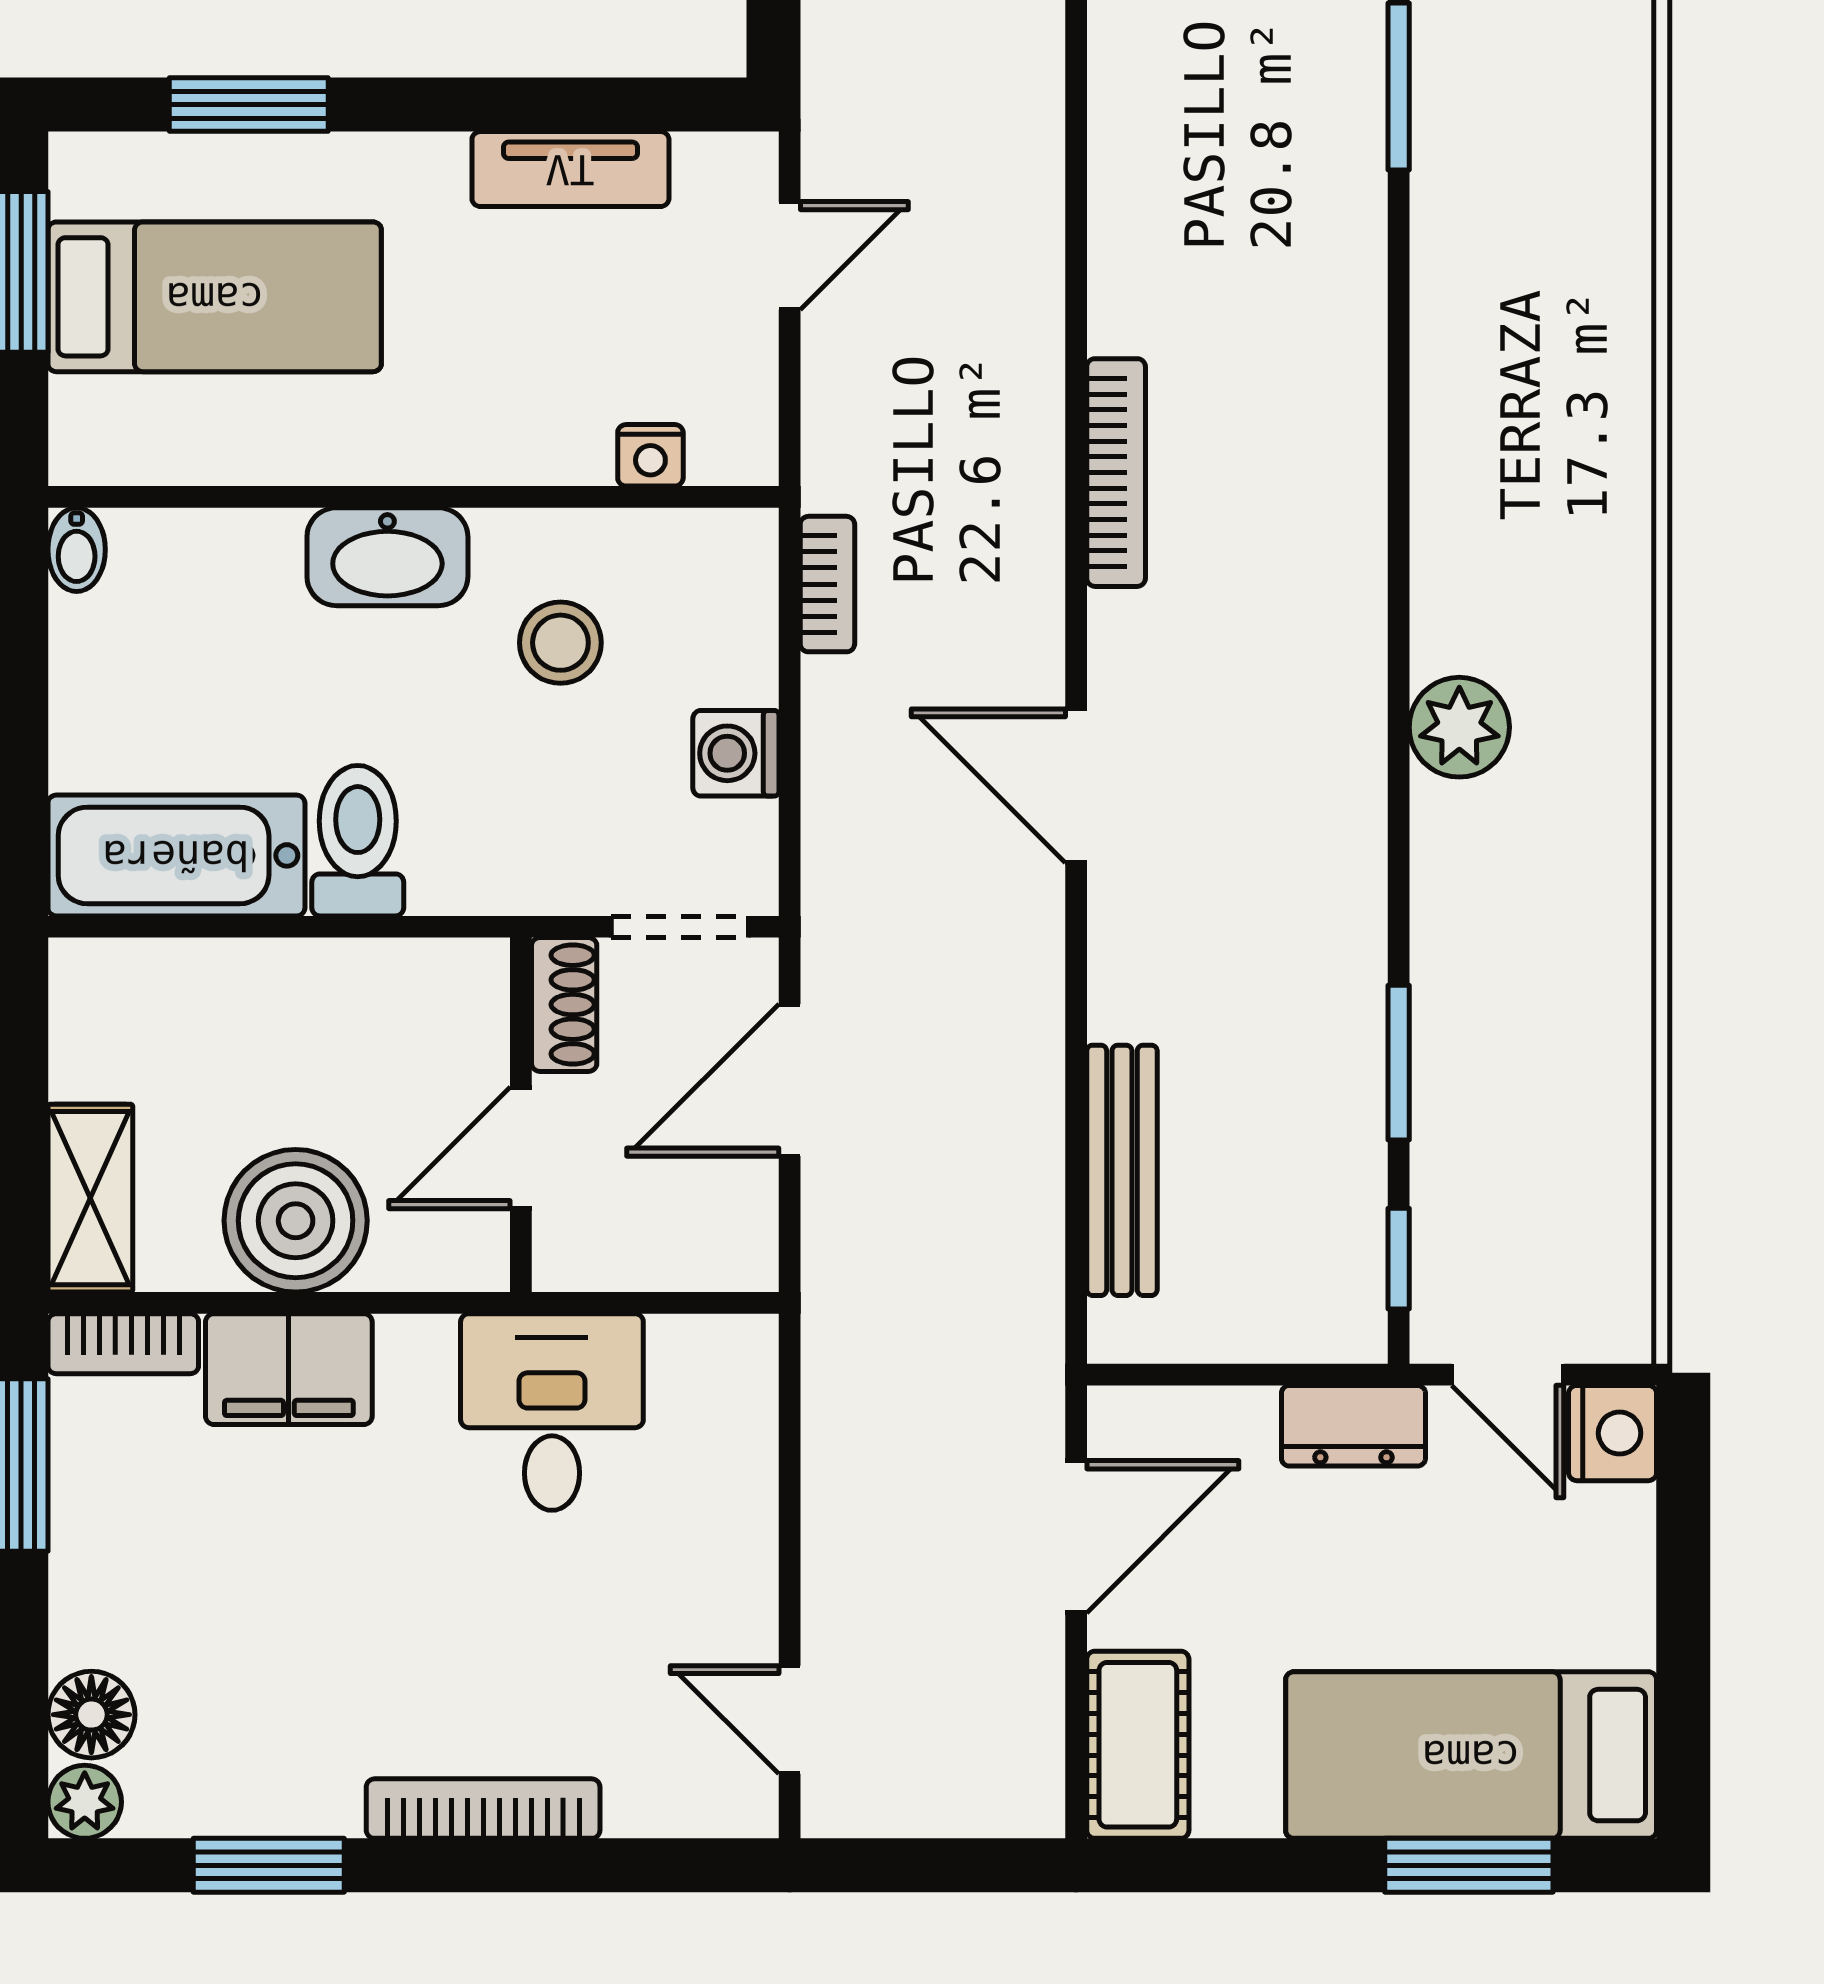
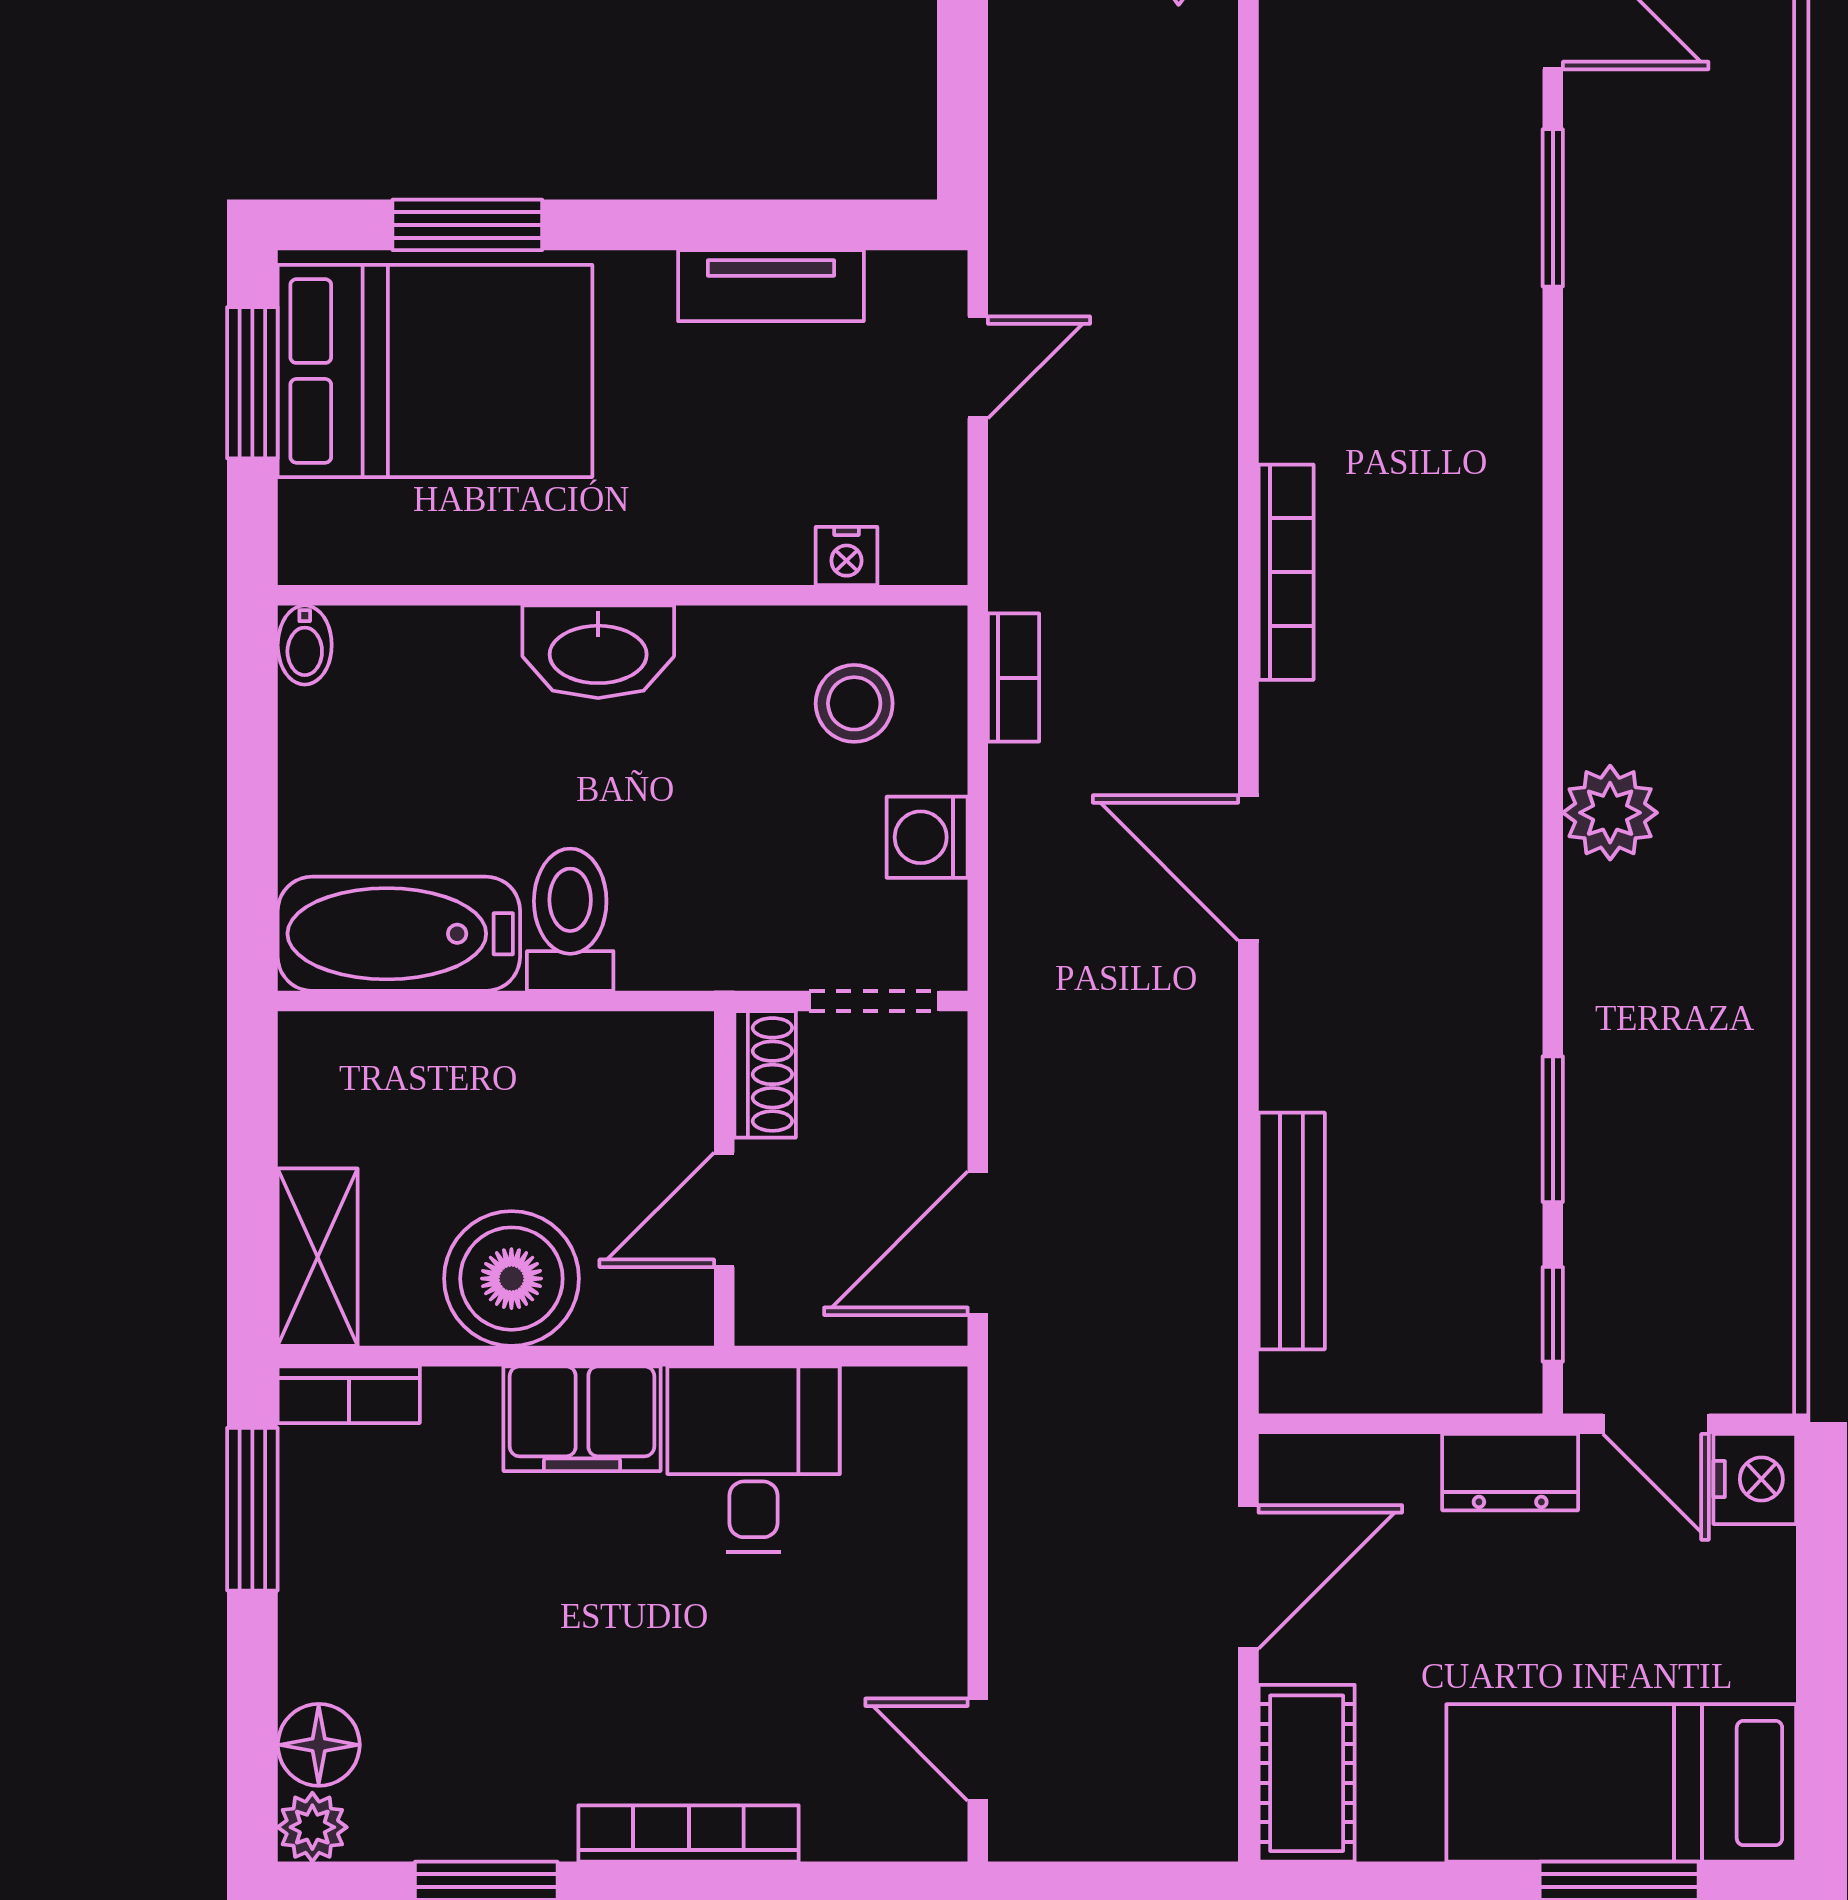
bed: (215, 297) -> (435, 371), width x1.50
stool: (560, 643) -> (854, 703), moved
door: (790, 1080) -> (978, 1243), moved
filing cabinet: (289, 1369) -> (582, 1419), moved

